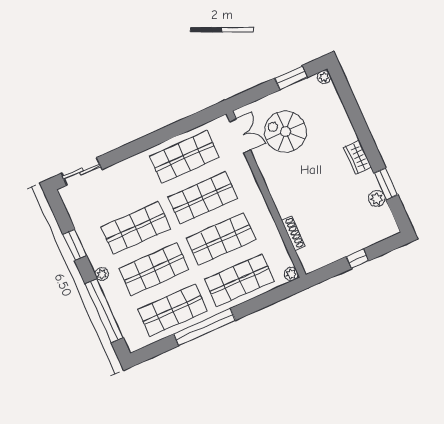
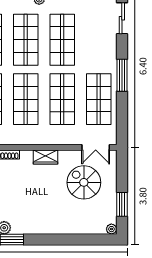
spiral stairs: (285, 132) -> (84, 182), turned -90
window: (146, 143) -> (122, 75), added
wardrobe: (358, 157) -> (45, 157), moved, turned 180

